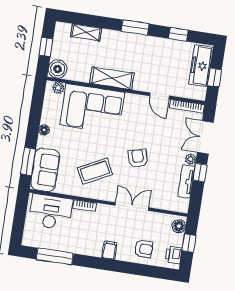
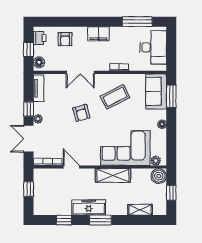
freezer: (201, 66) -> (89, 207), moved, turned -90
double door: (205, 137) -> (29, 139), swing flipped
tv unit: (186, 182) -> (39, 88), moved
desk: (51, 212) -> (153, 47), moved, turned -90
armchair: (144, 249) -> (65, 39), turned -90
filing cabinet: (109, 250) -> (98, 34), width x2.00

